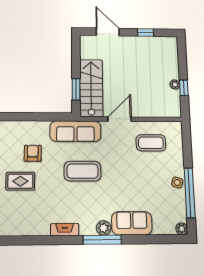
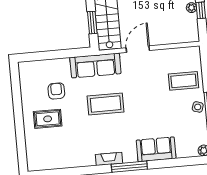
coffee table: (151, 143) -> (184, 81), moved
plant: (104, 228) -> (130, 156), removed
fireplace: (65, 230) -> (109, 159), moved

